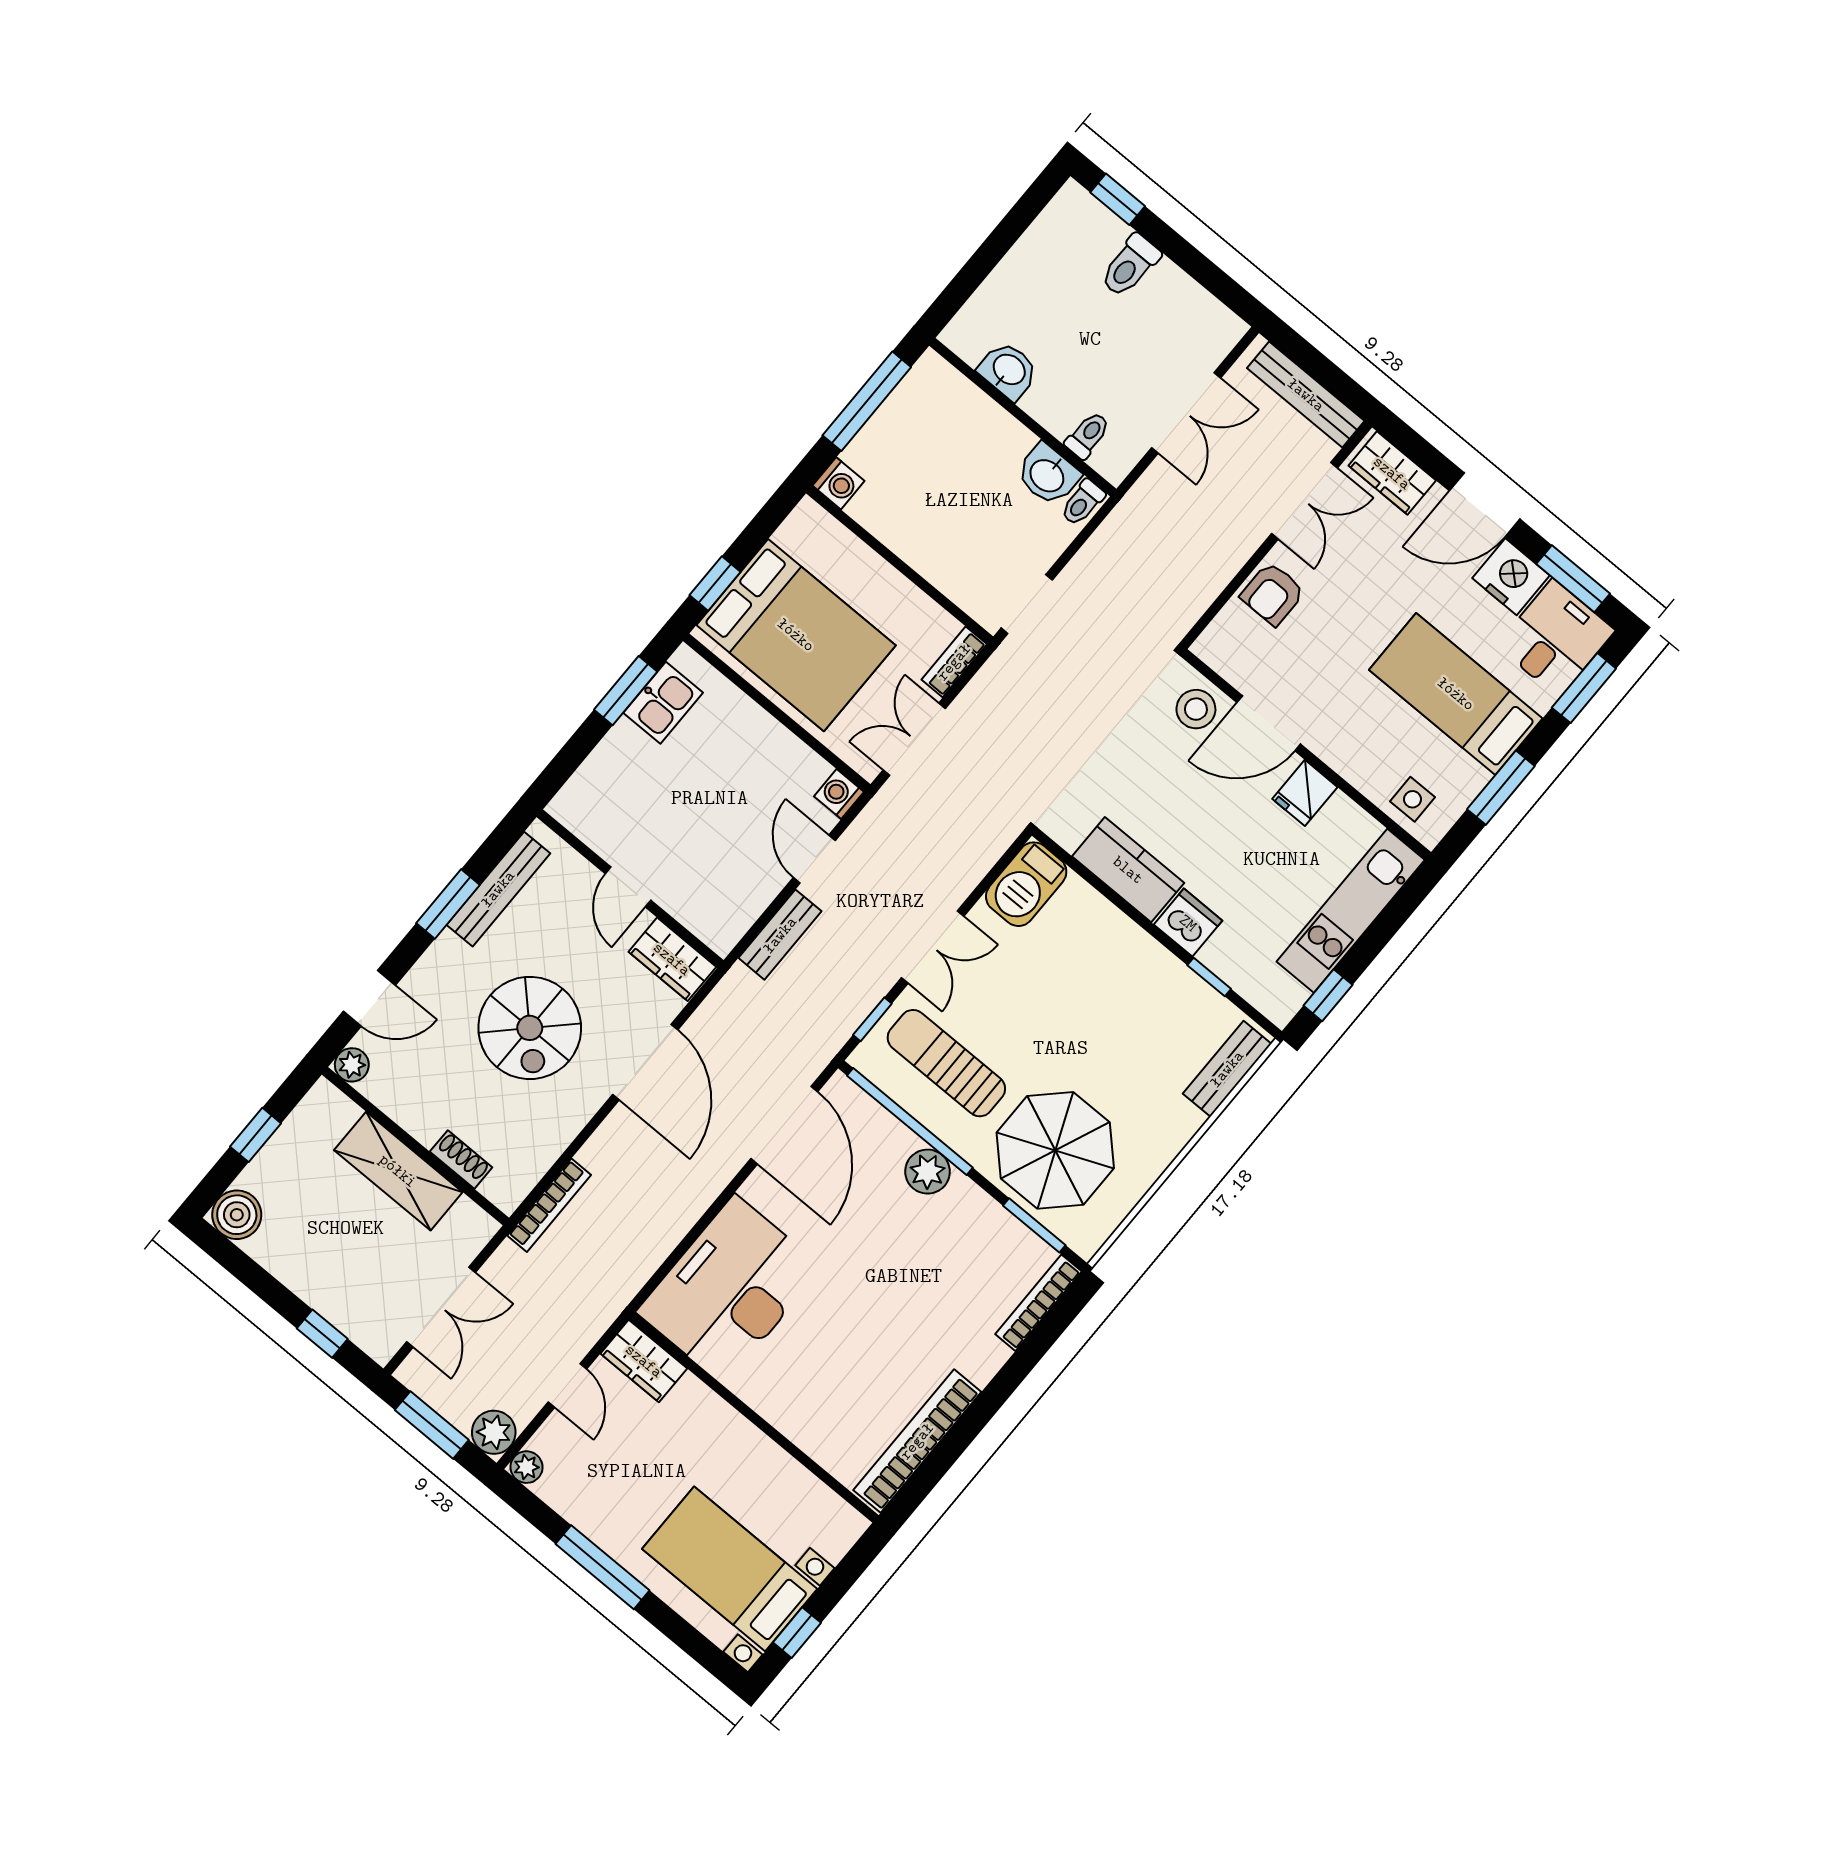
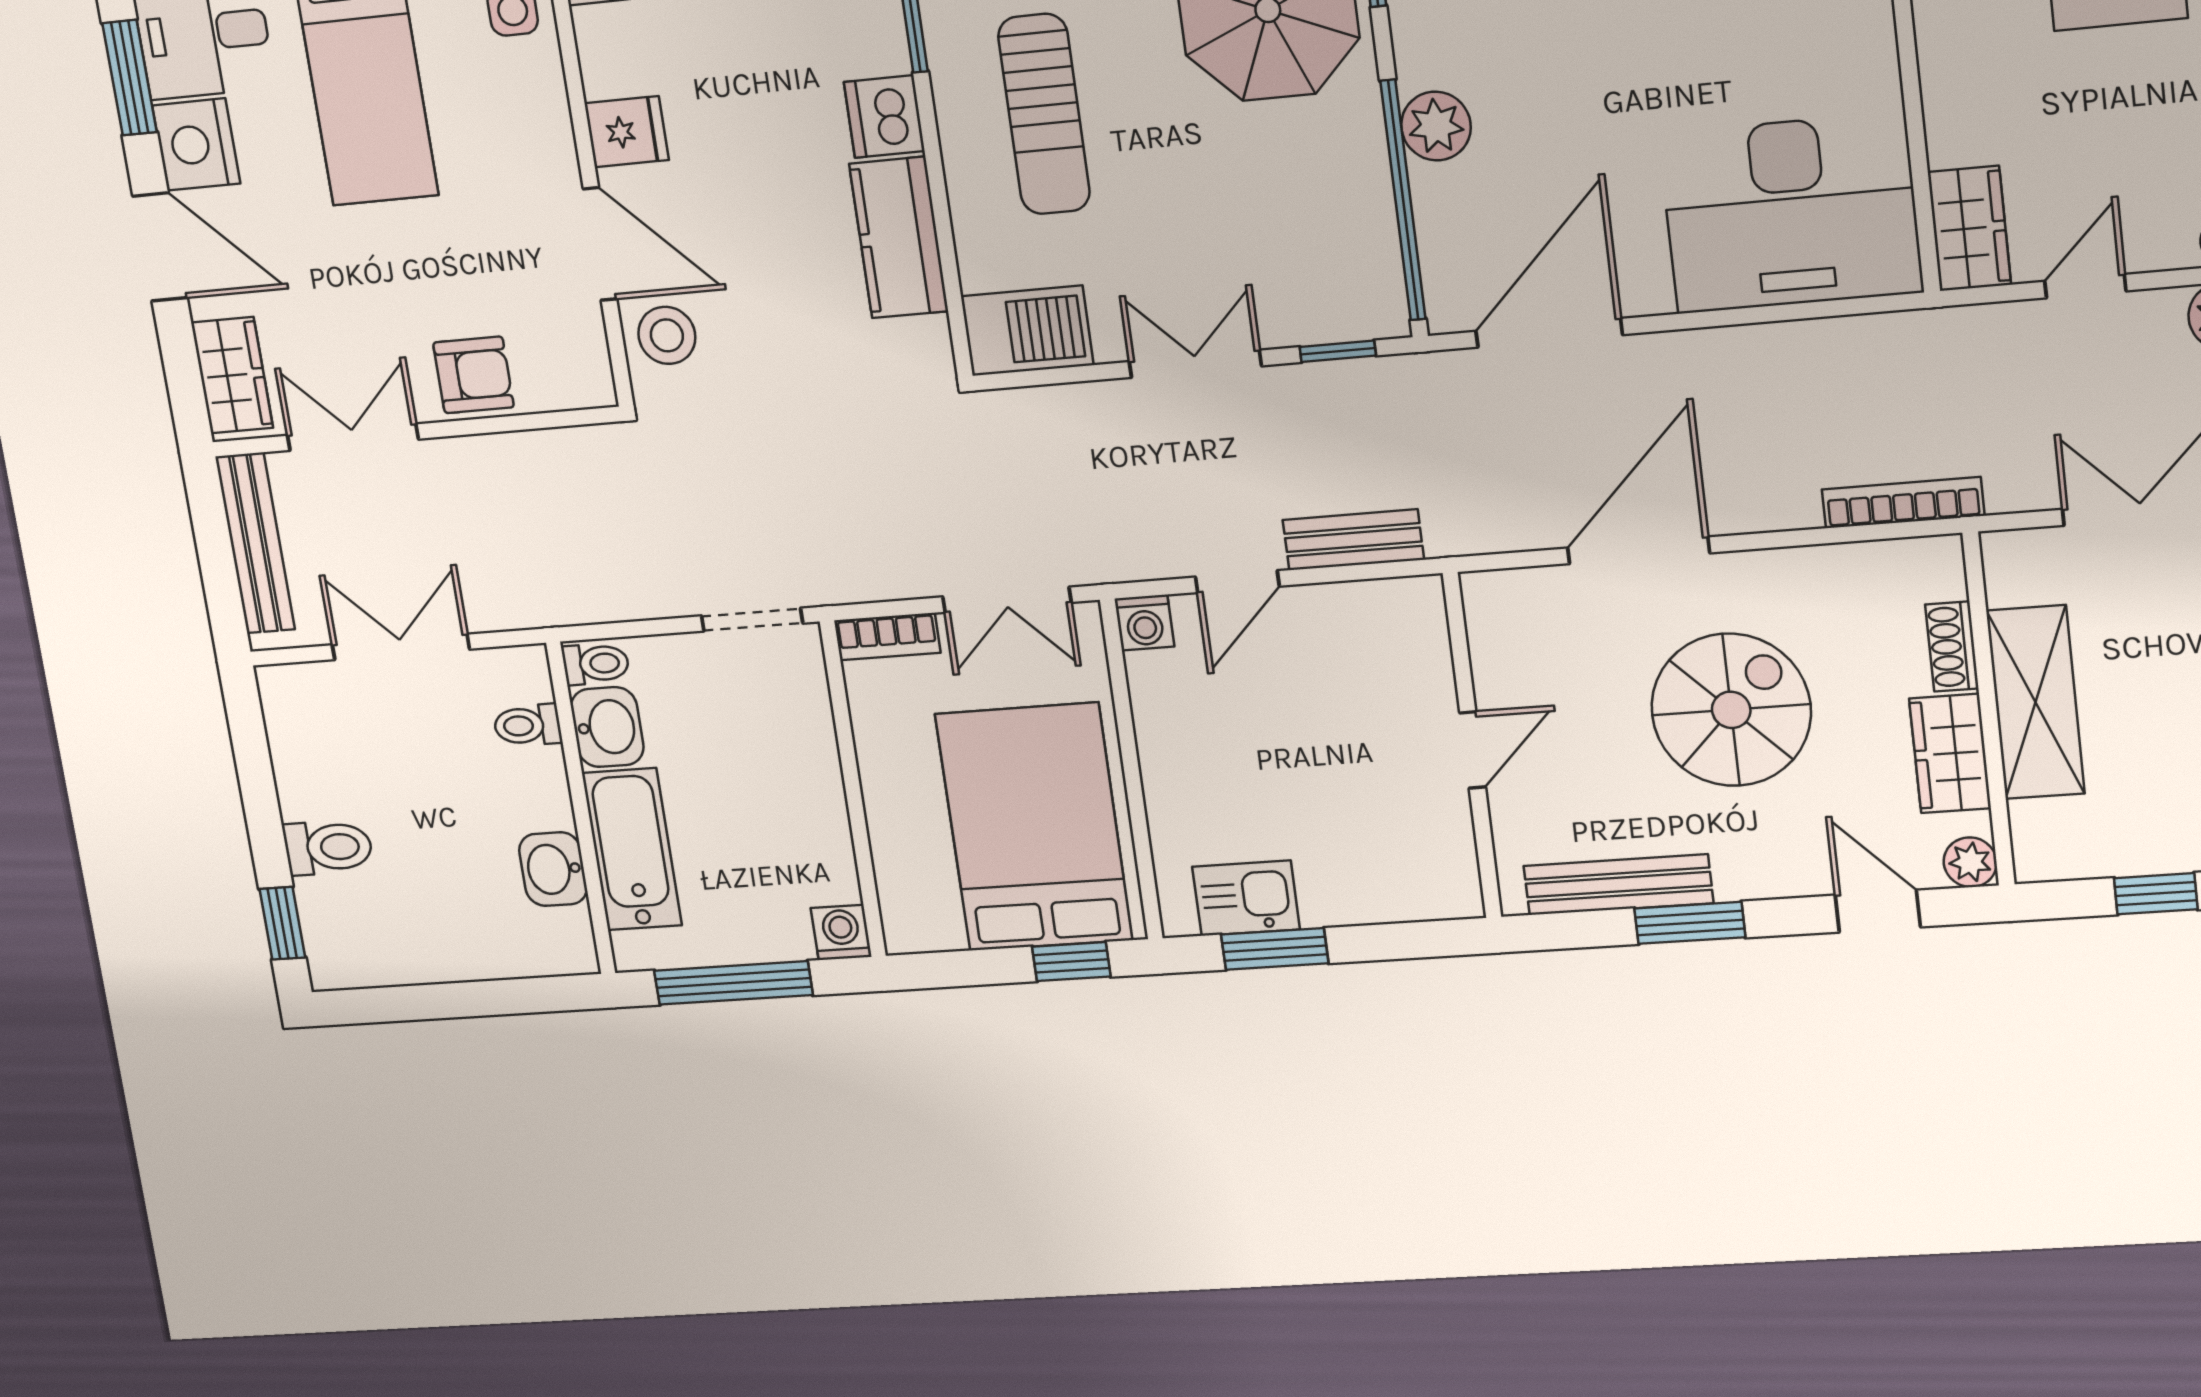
bathtub: (979, 422) -> (632, 849), added
wardrobe: (672, 959) -> (1950, 754), moved, turned 180
sun lounger: (946, 1063) -> (1044, 114), moved

